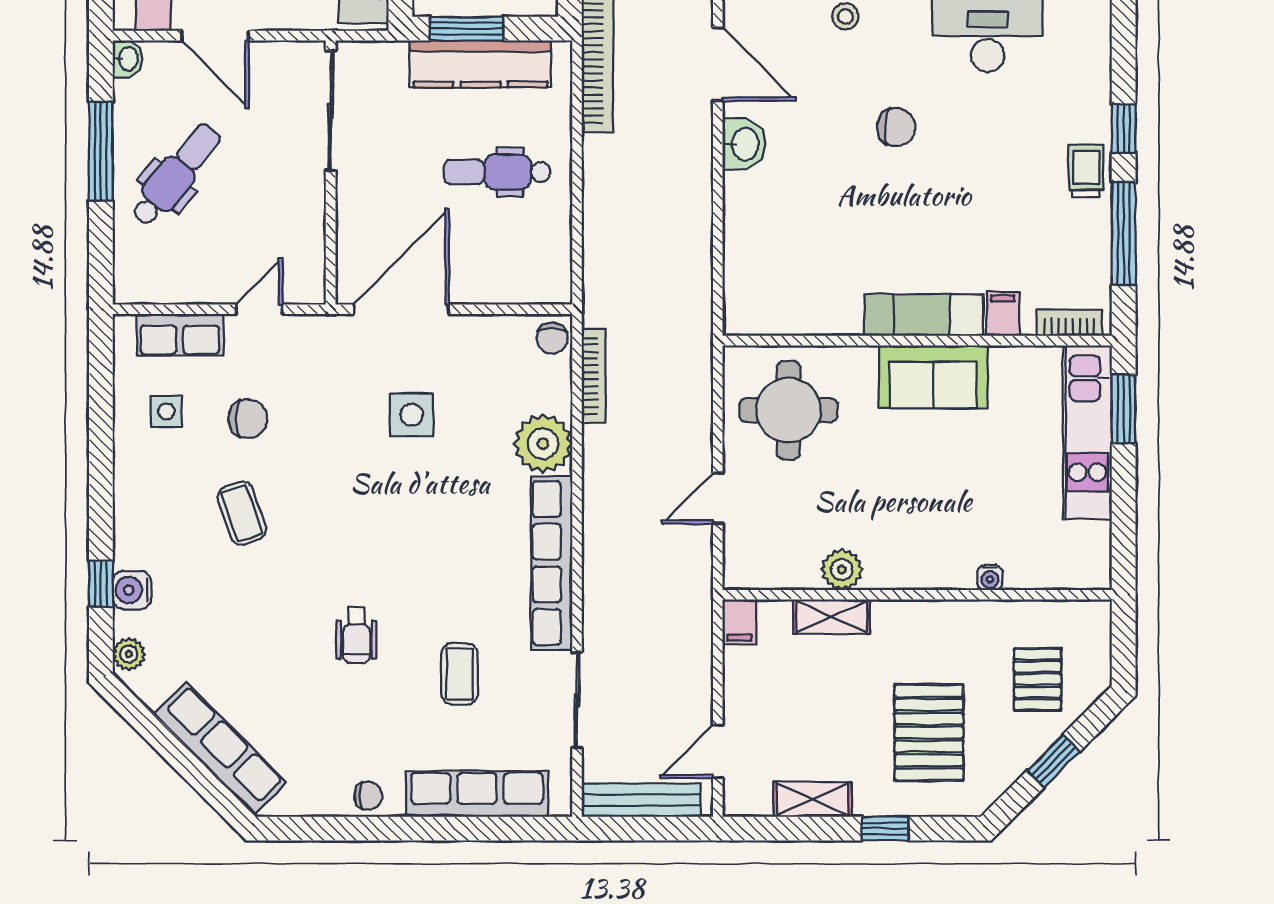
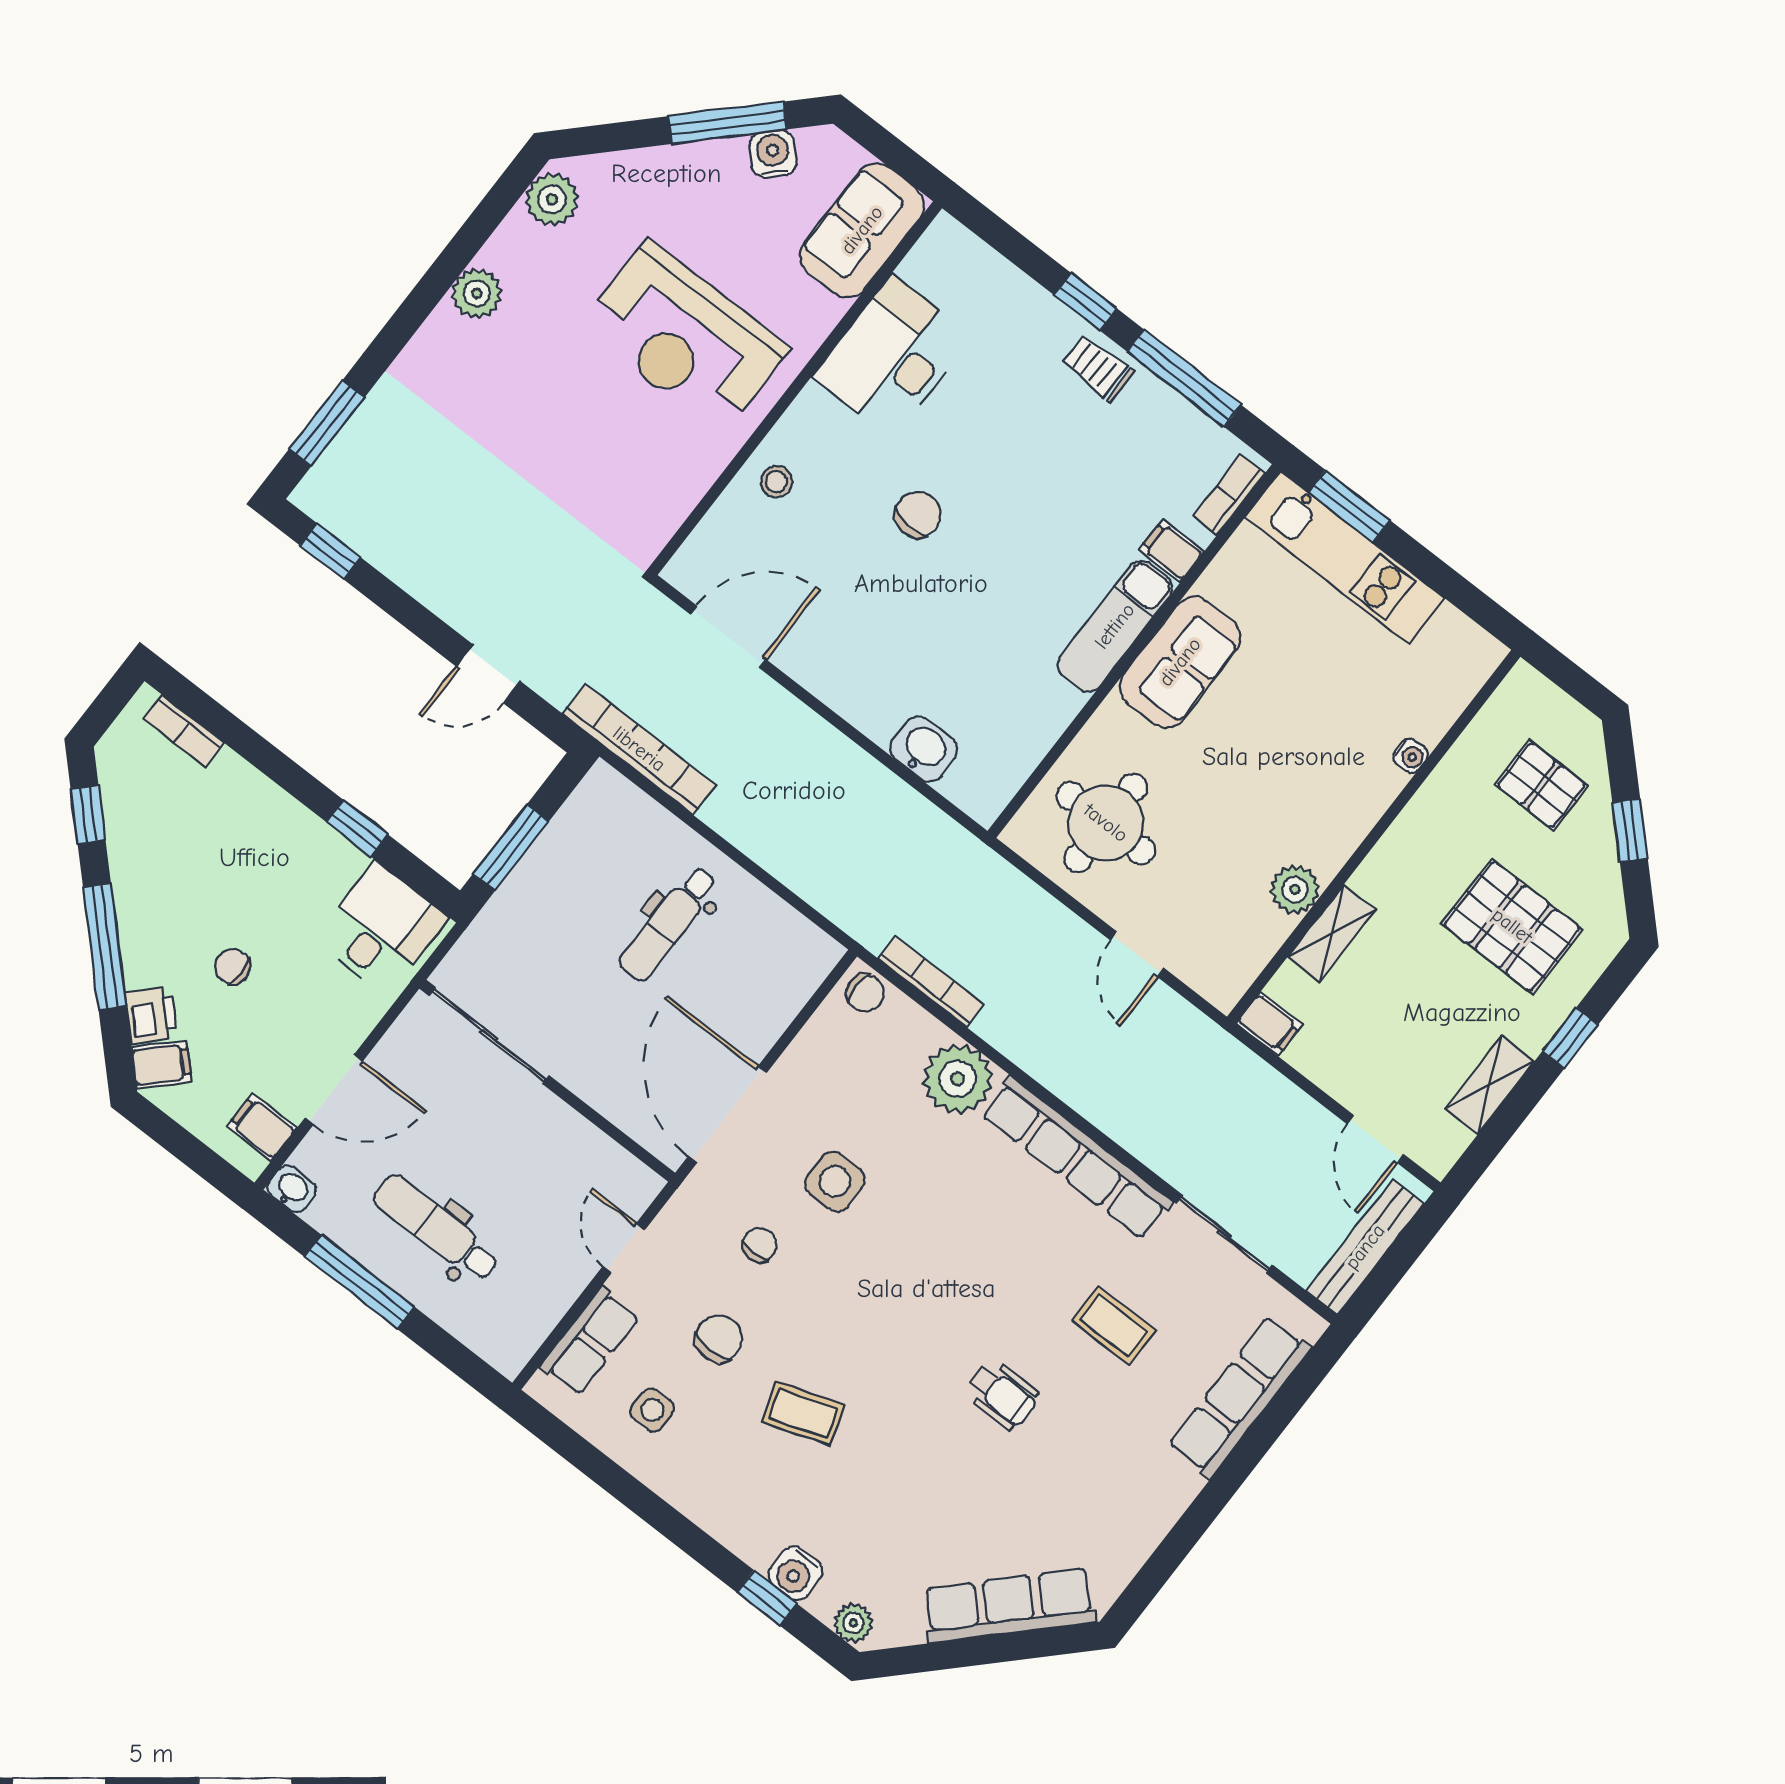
kitchen counter: (480, 64) -> (554, 860), removed
washbasin: (744, 144) -> (924, 749), moved
dental chair: (176, 175) -> (436, 1228), turned -39
chair: (368, 796) -> (759, 1245), moved

